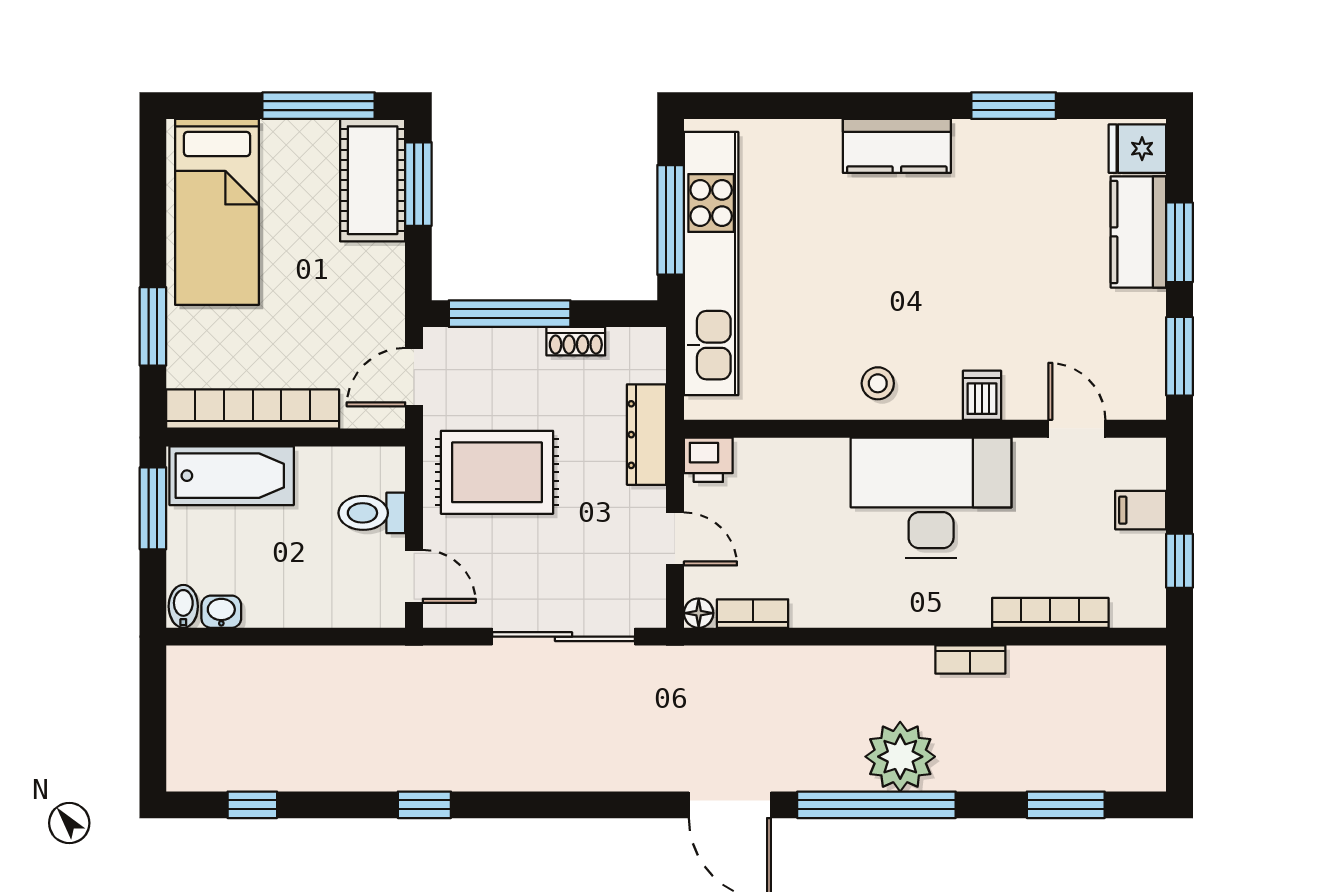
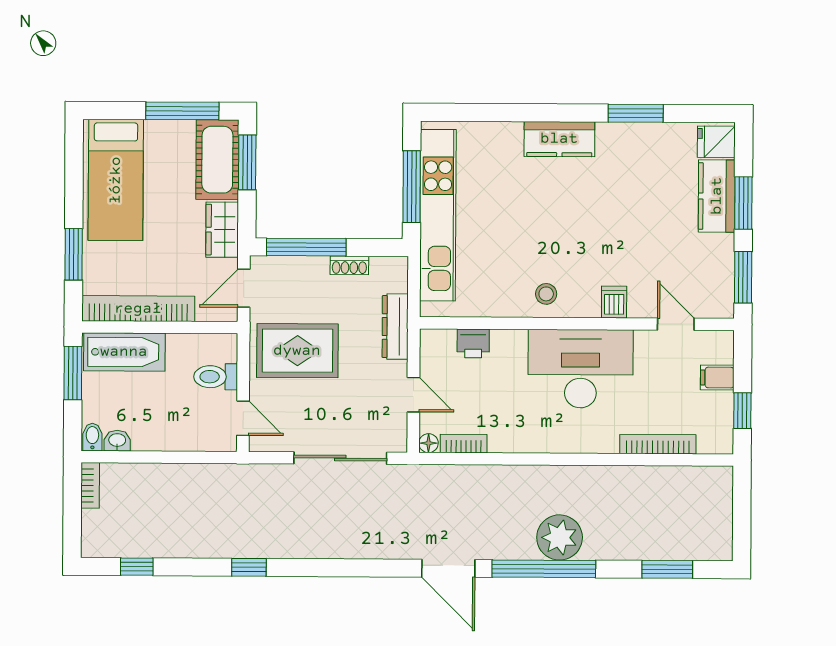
wardrobe: (381, 287) -> (222, 230), added
printer: (708, 460) -> (473, 343), moved
bookcase: (970, 660) -> (90, 485), moved, turned -90

